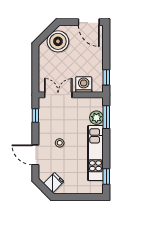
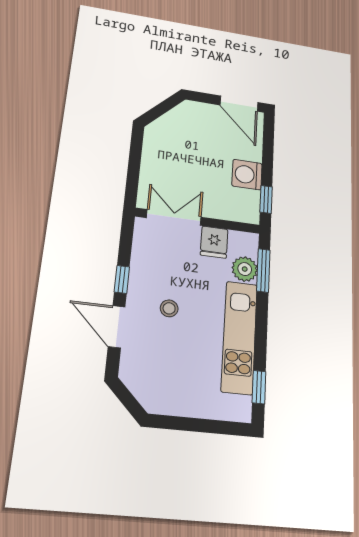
boiler: (58, 41) -> (181, 125), removed
washing machine: (84, 85) -> (247, 175), moved, turned -90
window: (35, 115) -> (122, 279), moved
fridge: (54, 183) -> (214, 242), moved, turned 135

